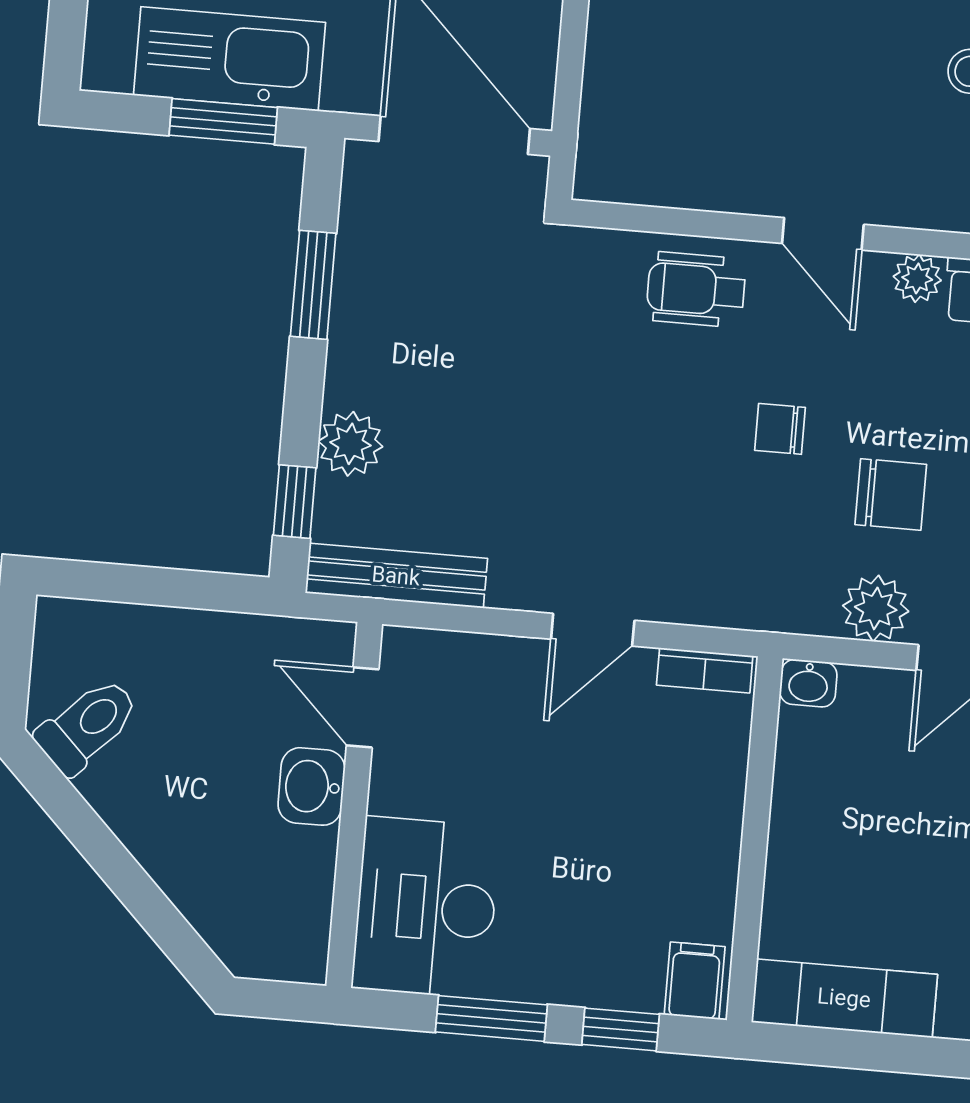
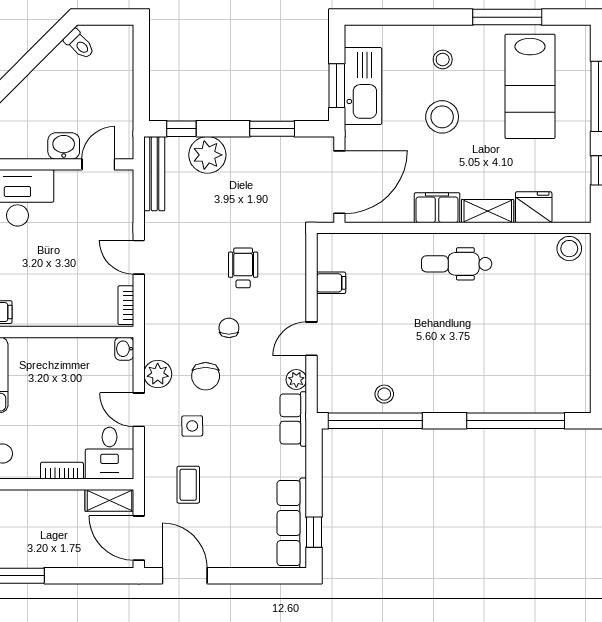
filing cabinet: (693, 176) -> (331, 283), added
wheelchair: (696, 290) -> (243, 268), moved
plant: (350, 444) -> (207, 155), width x1.36, depth x1.36
toilet: (88, 726) -> (79, 44), width x0.73, depth x0.72

